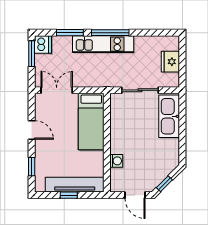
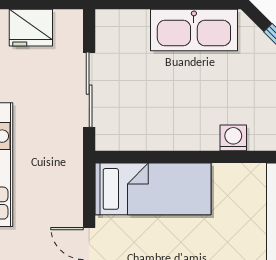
kitchen sink: (169, 116) -> (194, 30), moved

